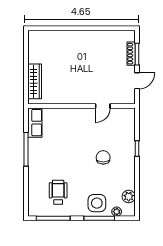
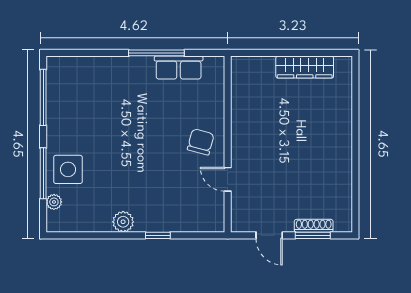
wardrobe: (35, 81) -> (305, 67), moved
row of seats: (35, 123) -> (179, 68), moved
chair: (103, 157) -> (201, 142), moved, turned -75
wheelchair: (58, 192) -> (86, 106), removed
plant: (129, 196) -> (123, 222), moved

